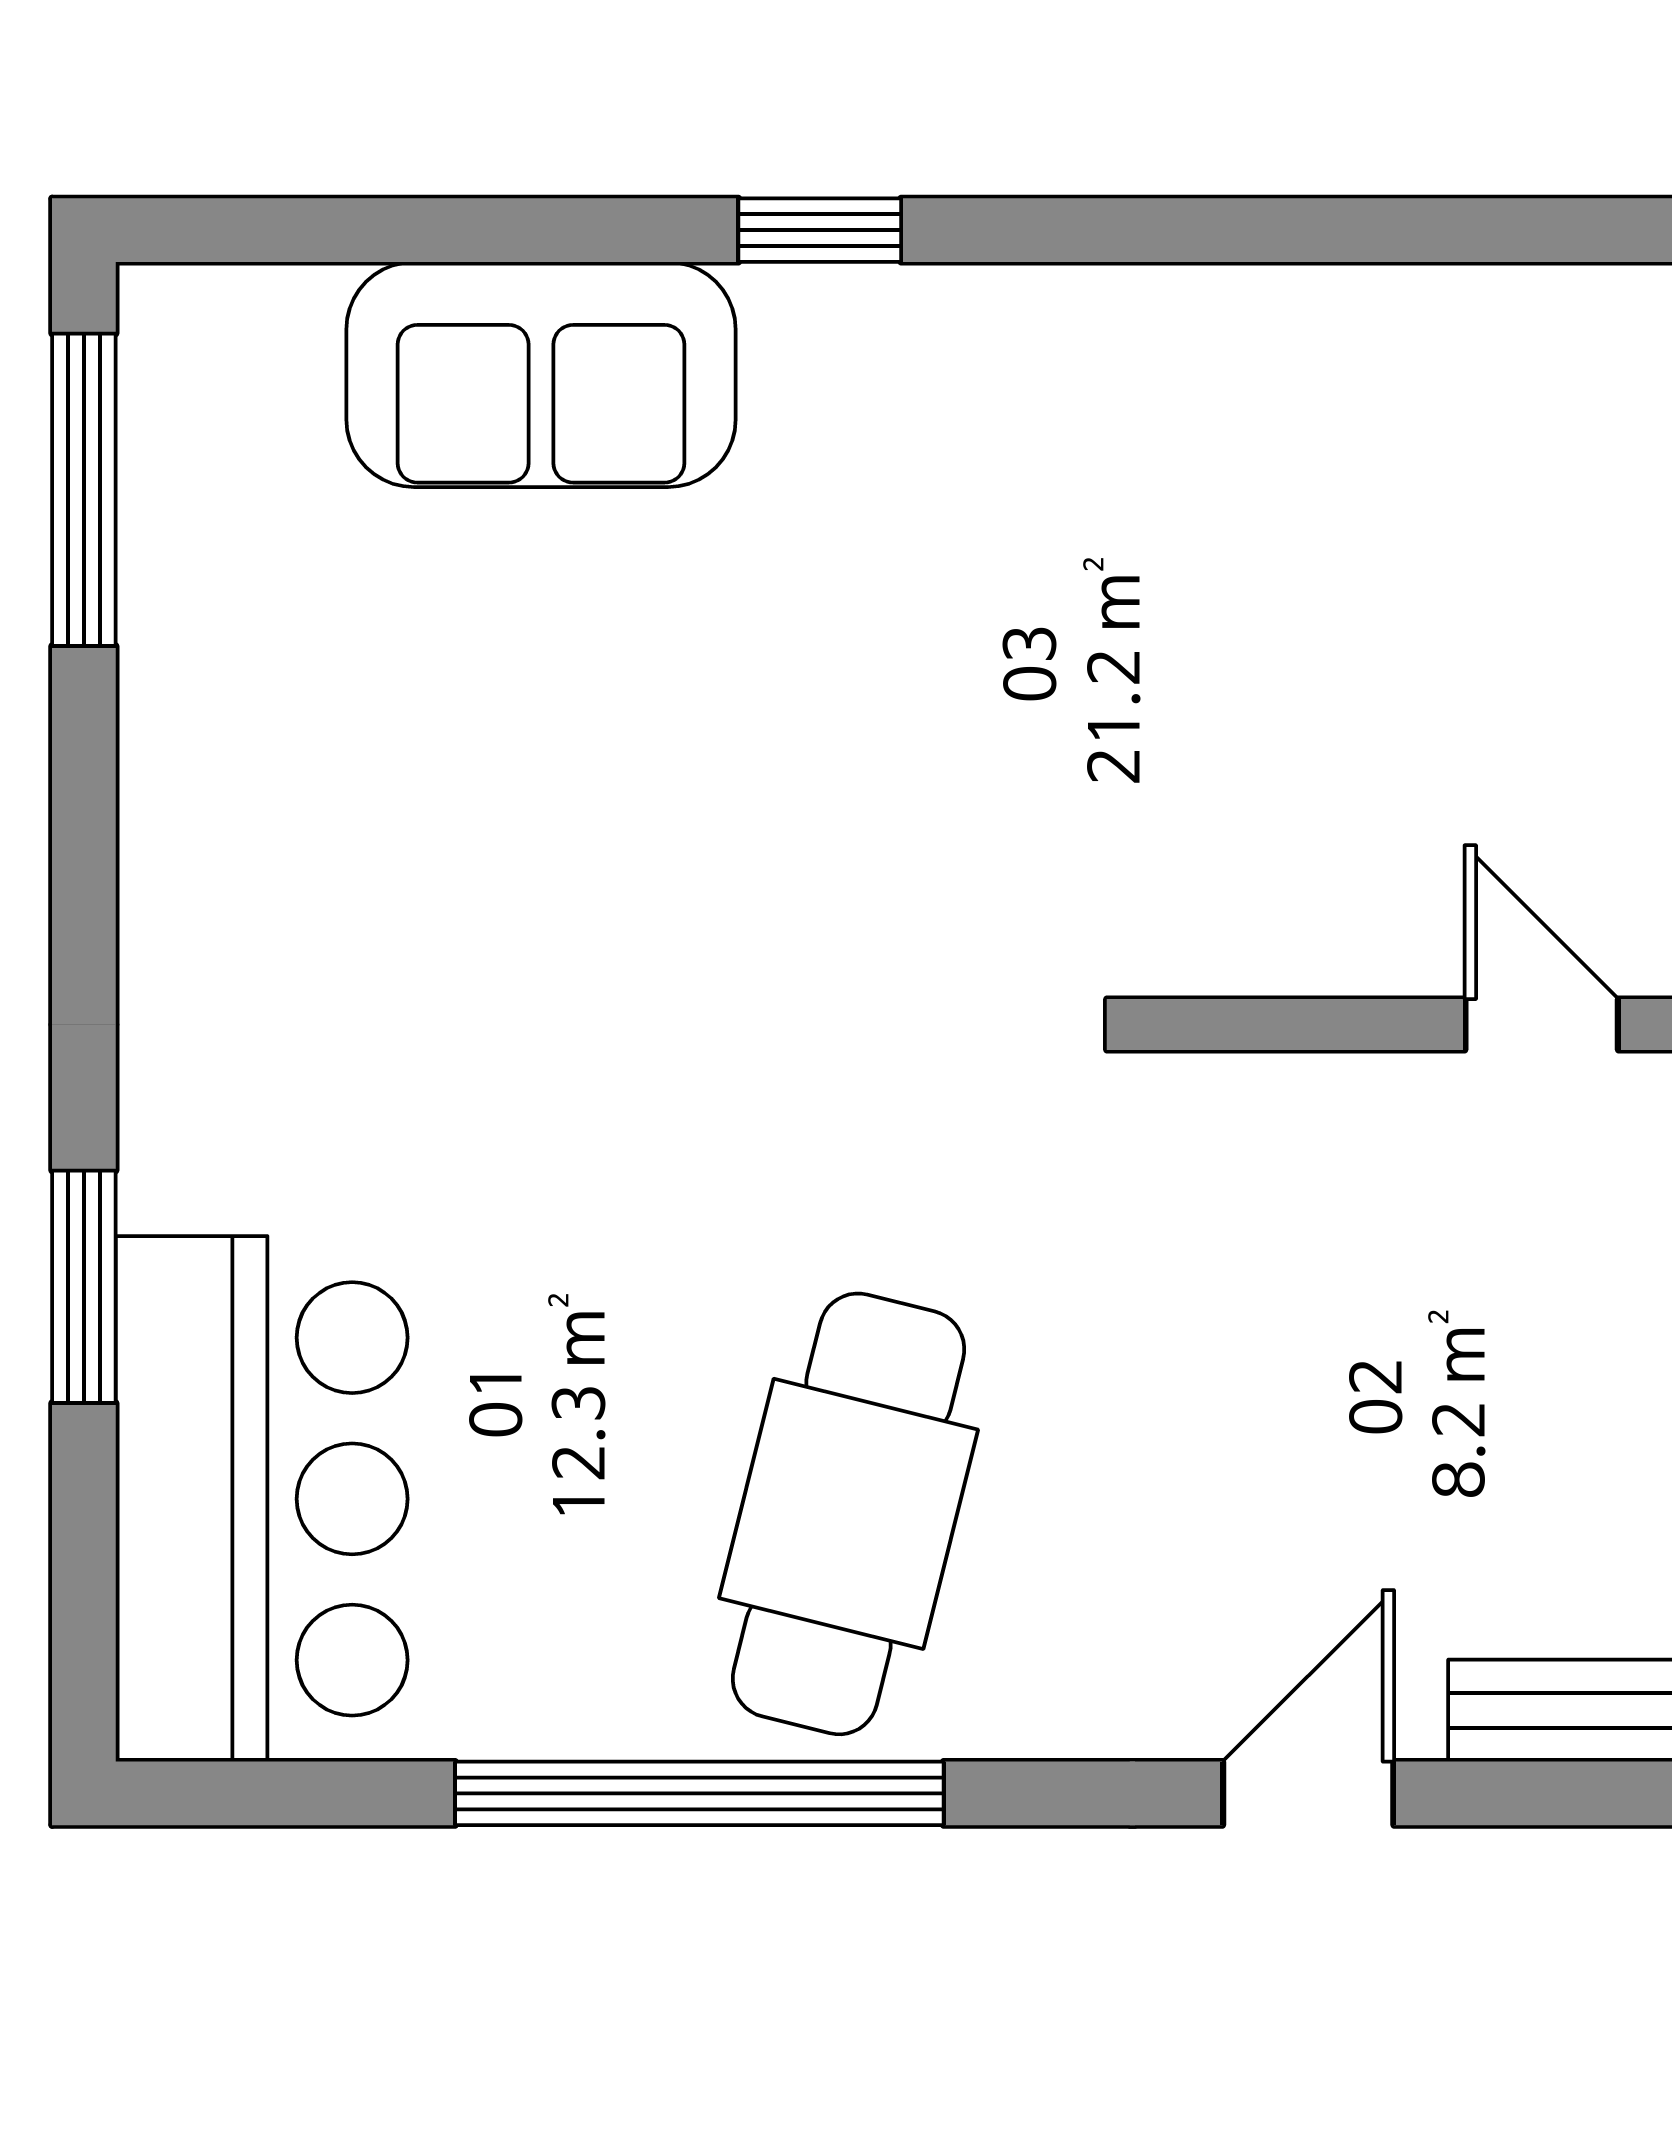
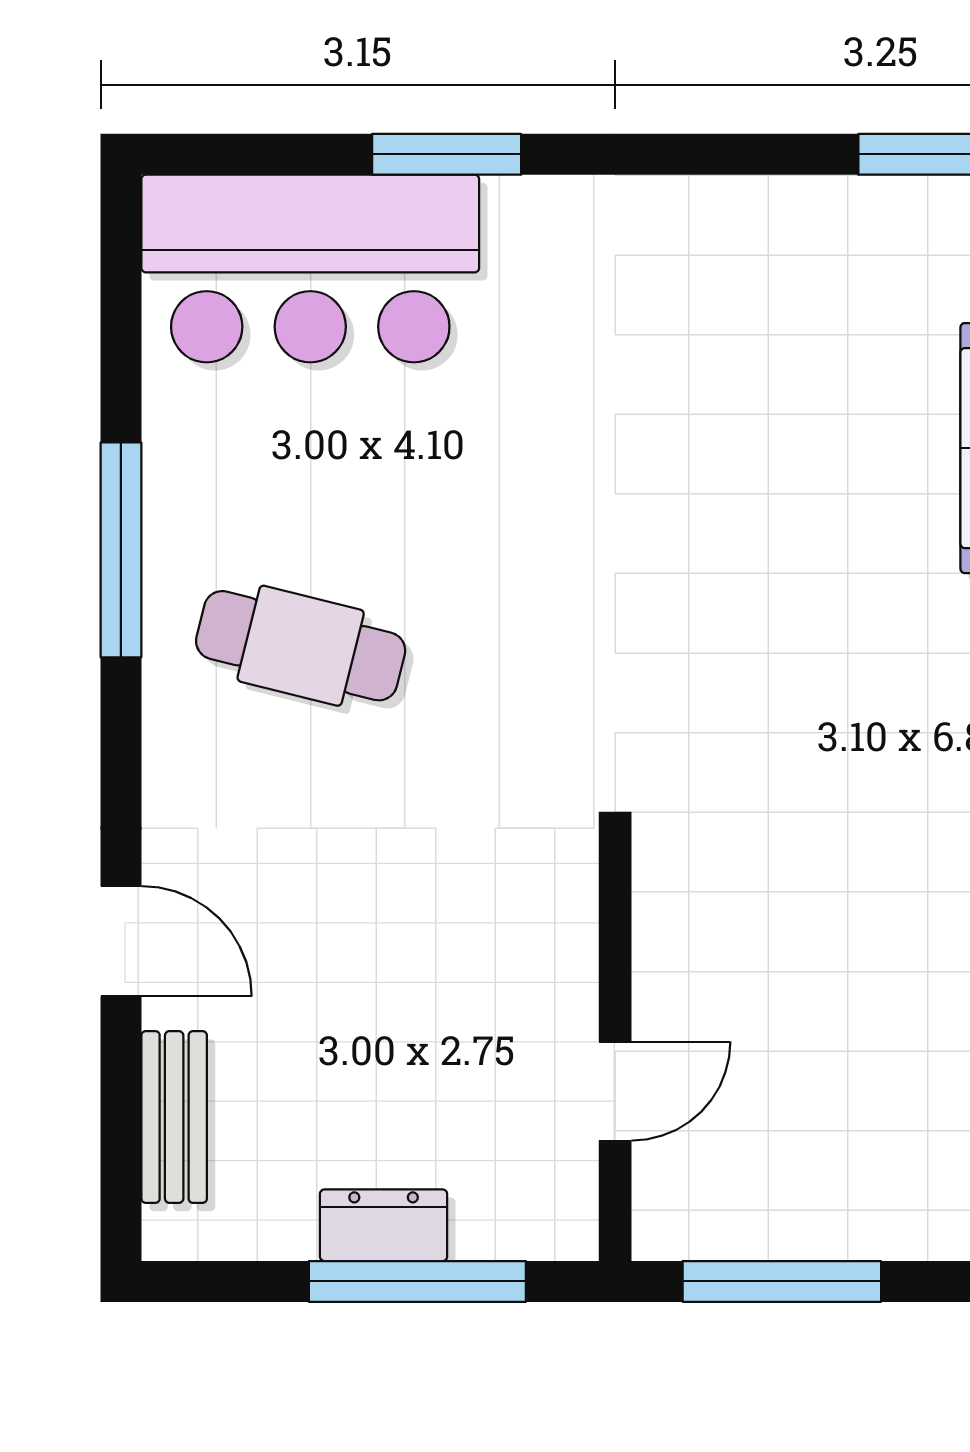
cafe table: (848, 1514) -> (301, 646), width x0.73, depth x0.74
window: (699, 1793) -> (121, 550), width x0.68

